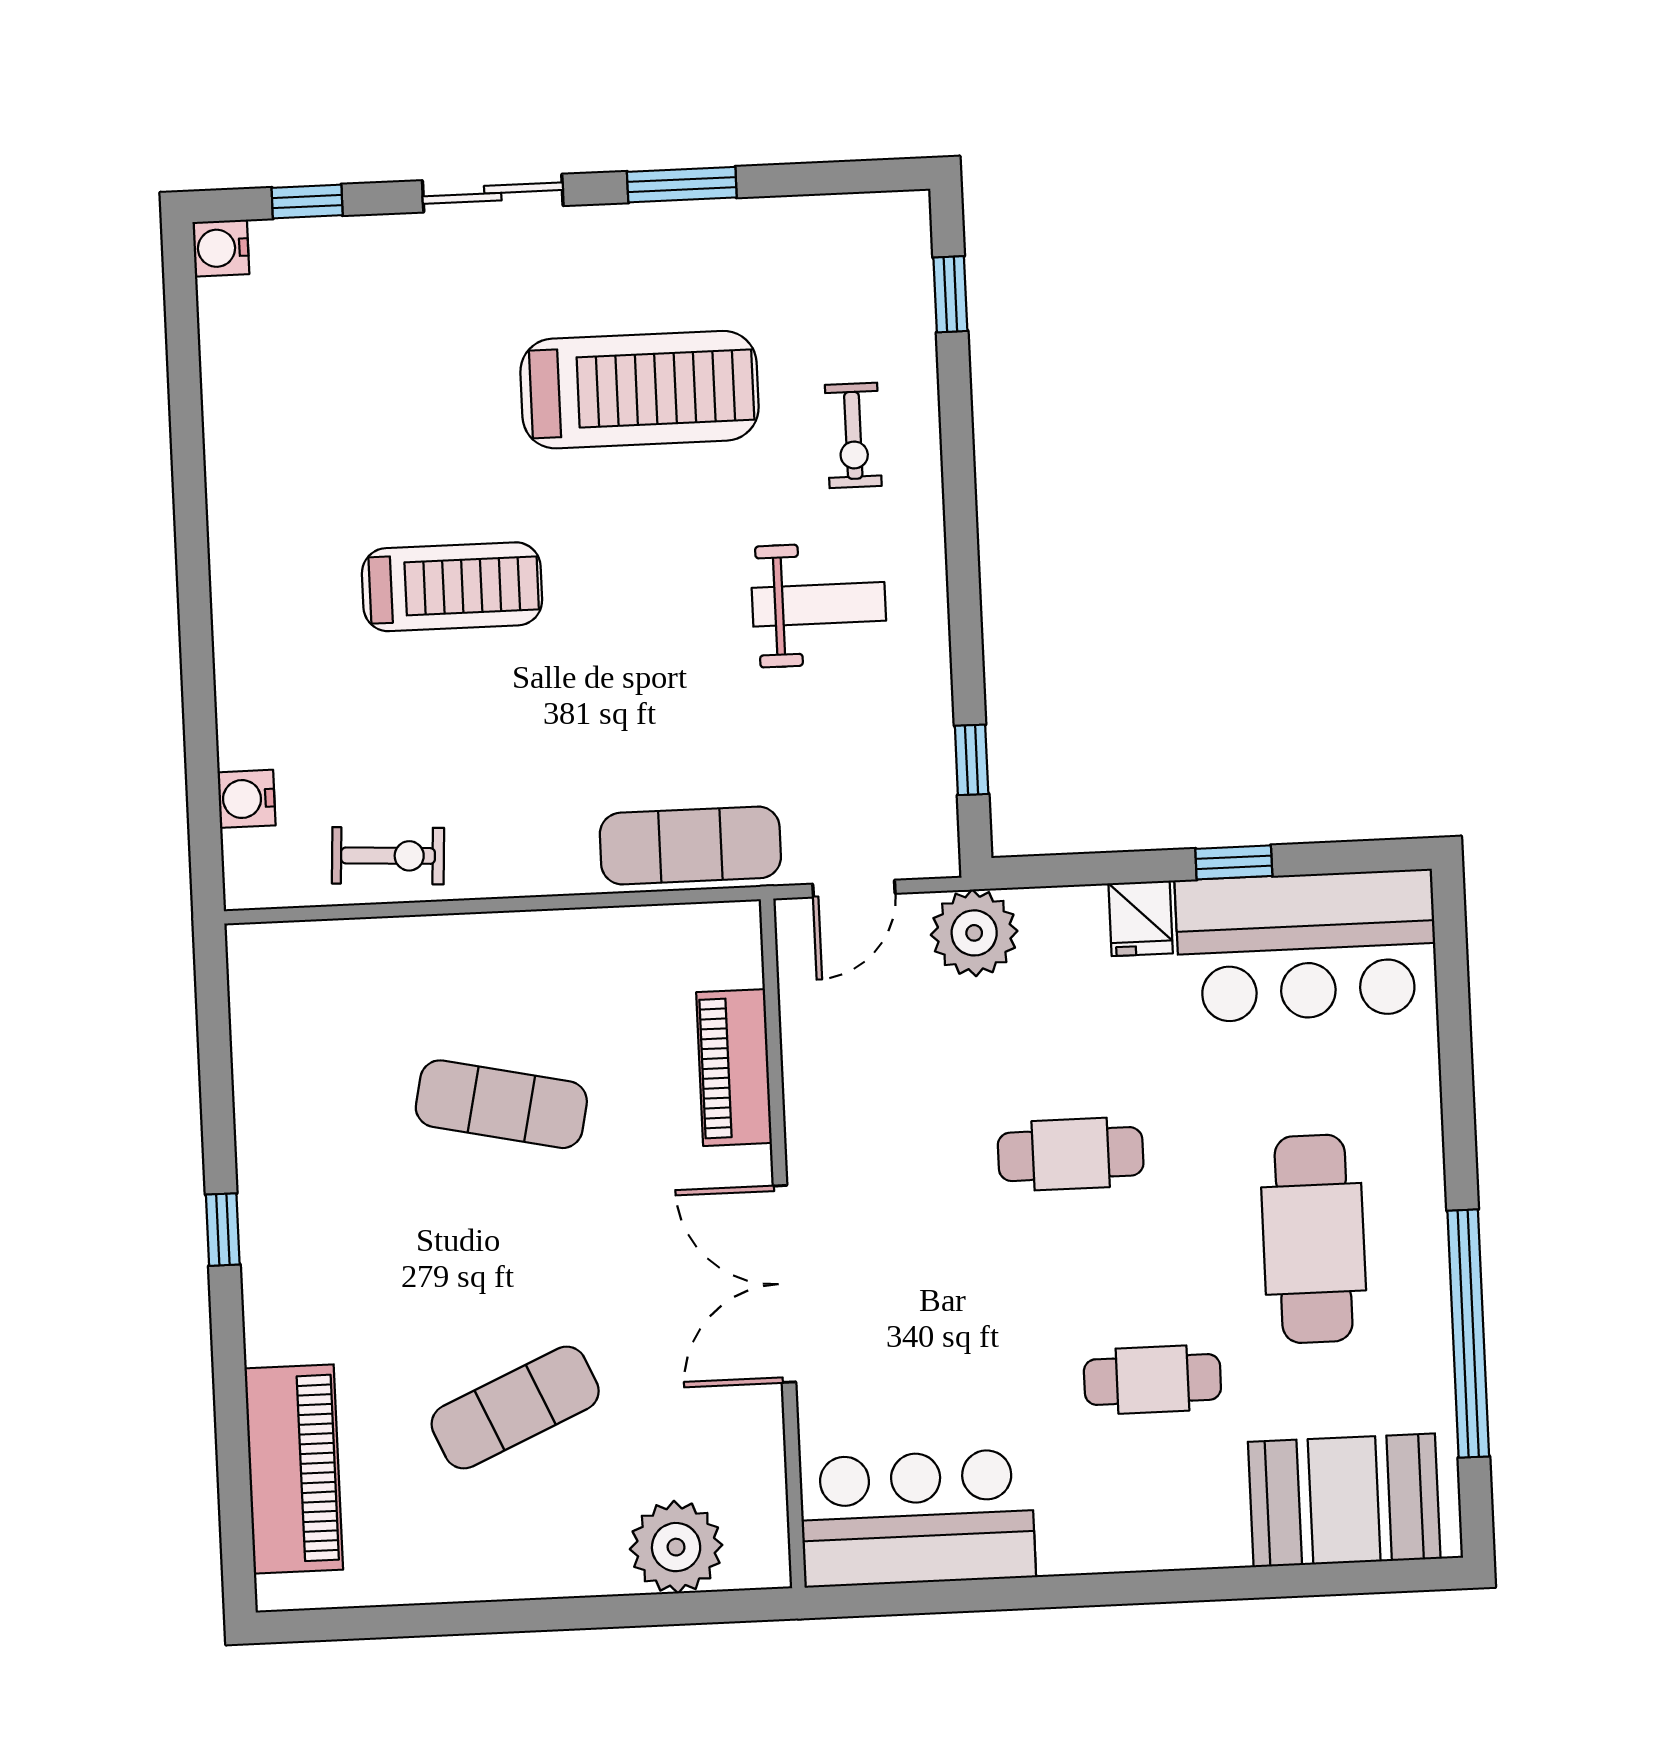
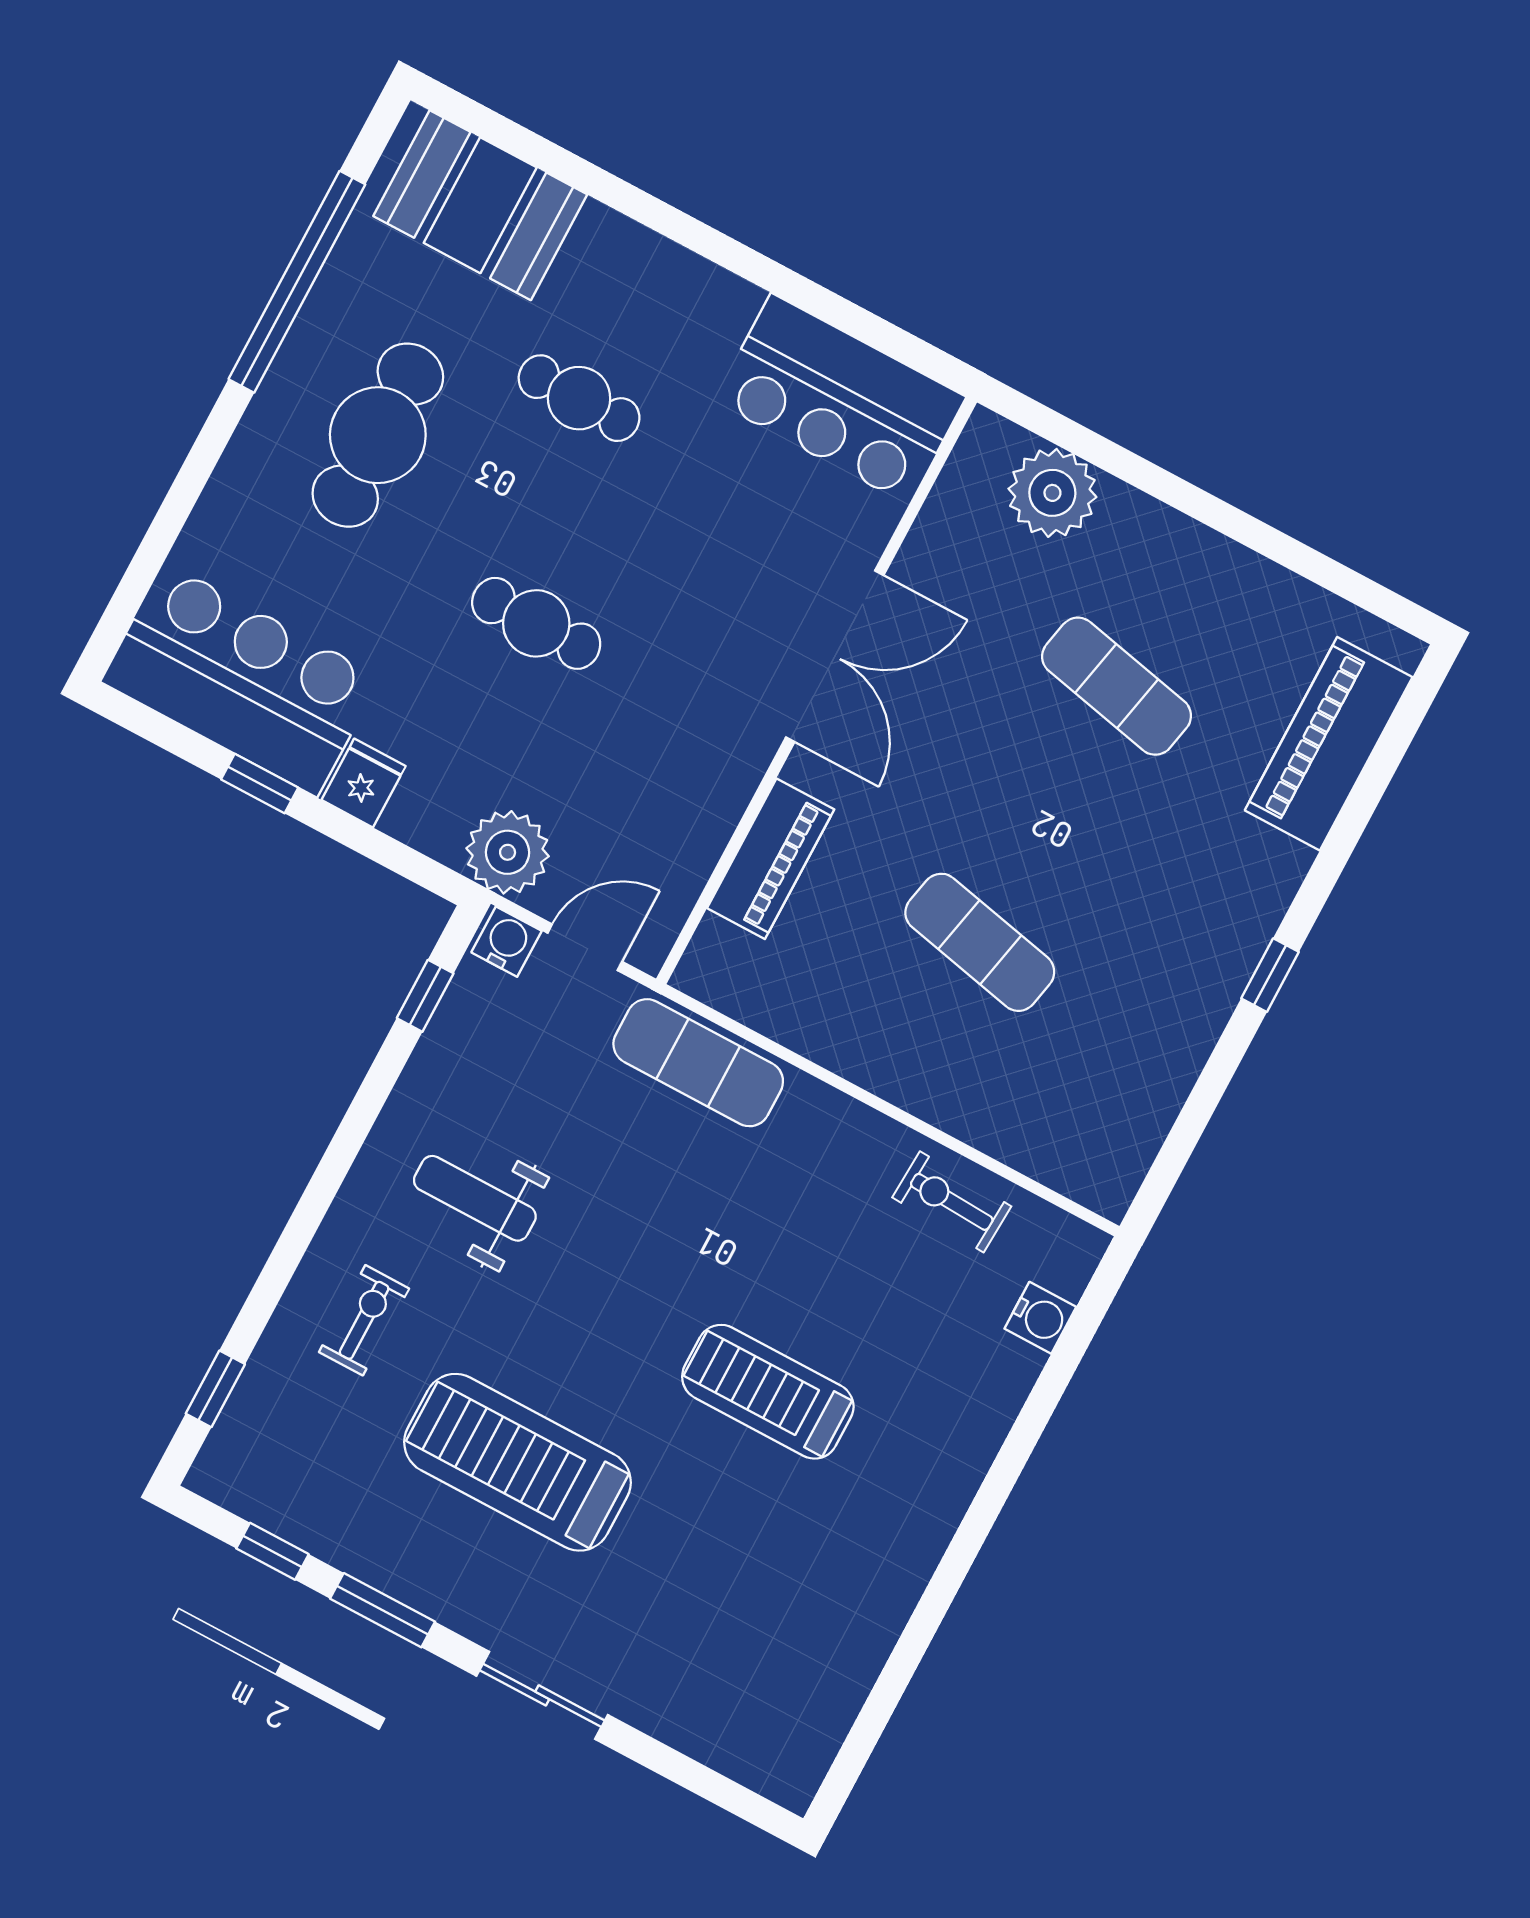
window: (307, 202) -> (272, 1551), moved
water cooler: (221, 248) -> (506, 942), moved, turned -90
exercise mat: (515, 1408) -> (1117, 686), turned 36

